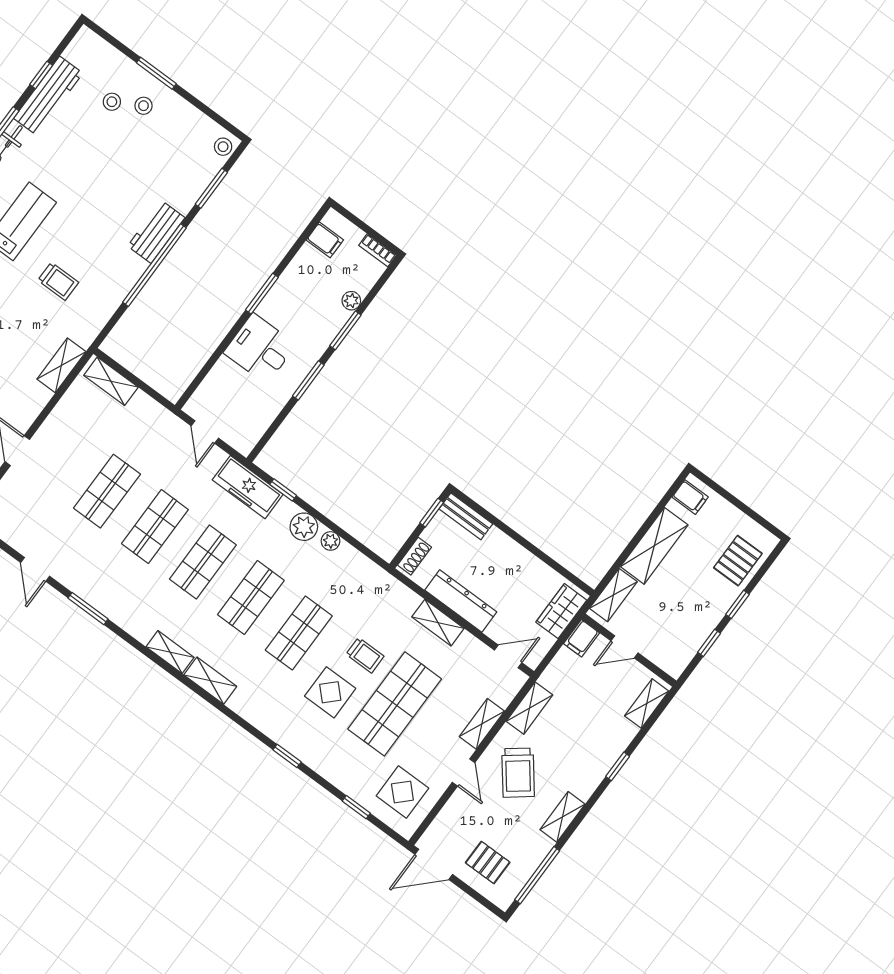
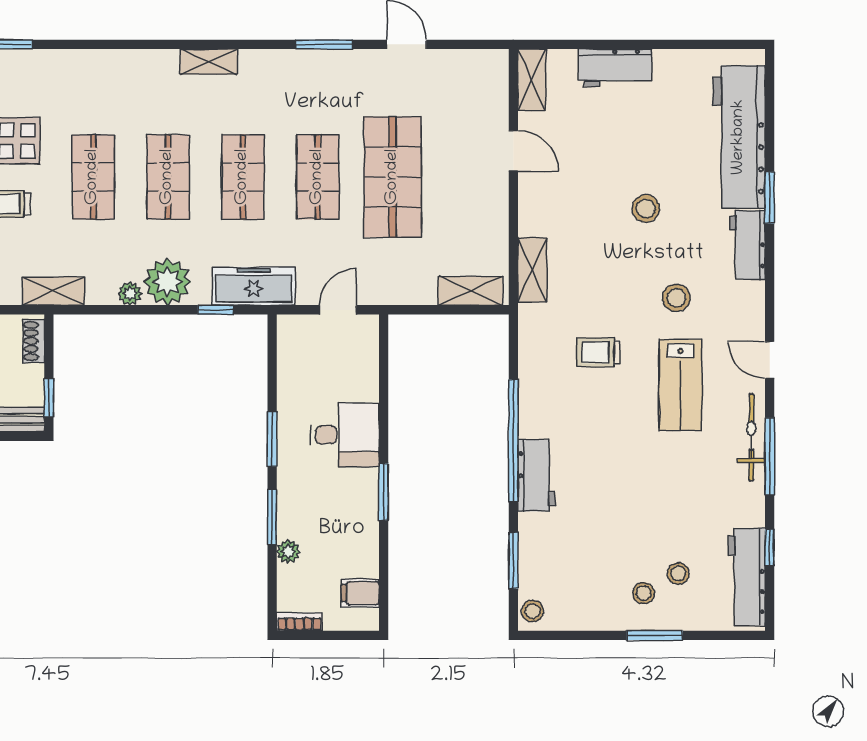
workbench: (48, 96) -> (747, 577), moved
door: (205, 432) -> (338, 310), hinge flipped
shop shelf: (107, 491) -> (393, 177), width x1.43, depth x1.36
plant: (304, 527) -> (167, 282), width x1.36, depth x1.36
shelving: (210, 681) -> (53, 291), moved

